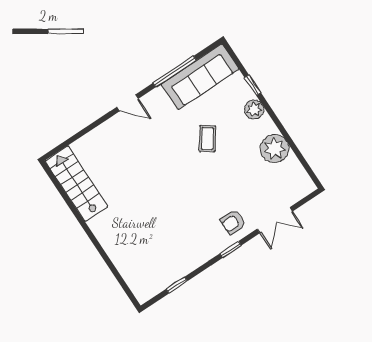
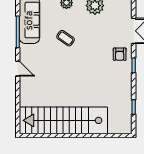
door: (127, 103) -> (18, 69), hinge flipped
stairs: (76, 184) -> (63, 120), width x1.86, depth x1.51

